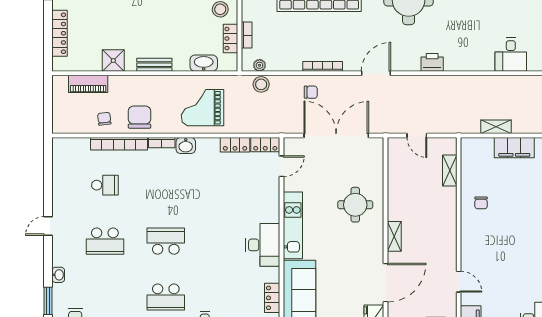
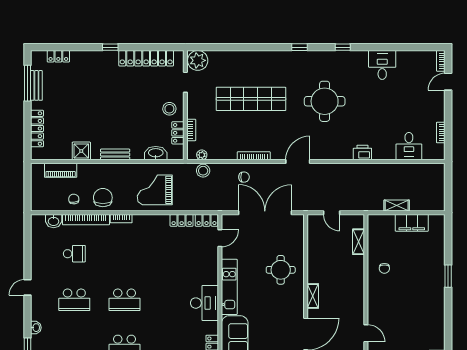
printer: (432, 62) -> (362, 153), moved
washbasin: (186, 145) -> (54, 221), moved
school desk: (166, 241) -> (125, 300), turned 180

